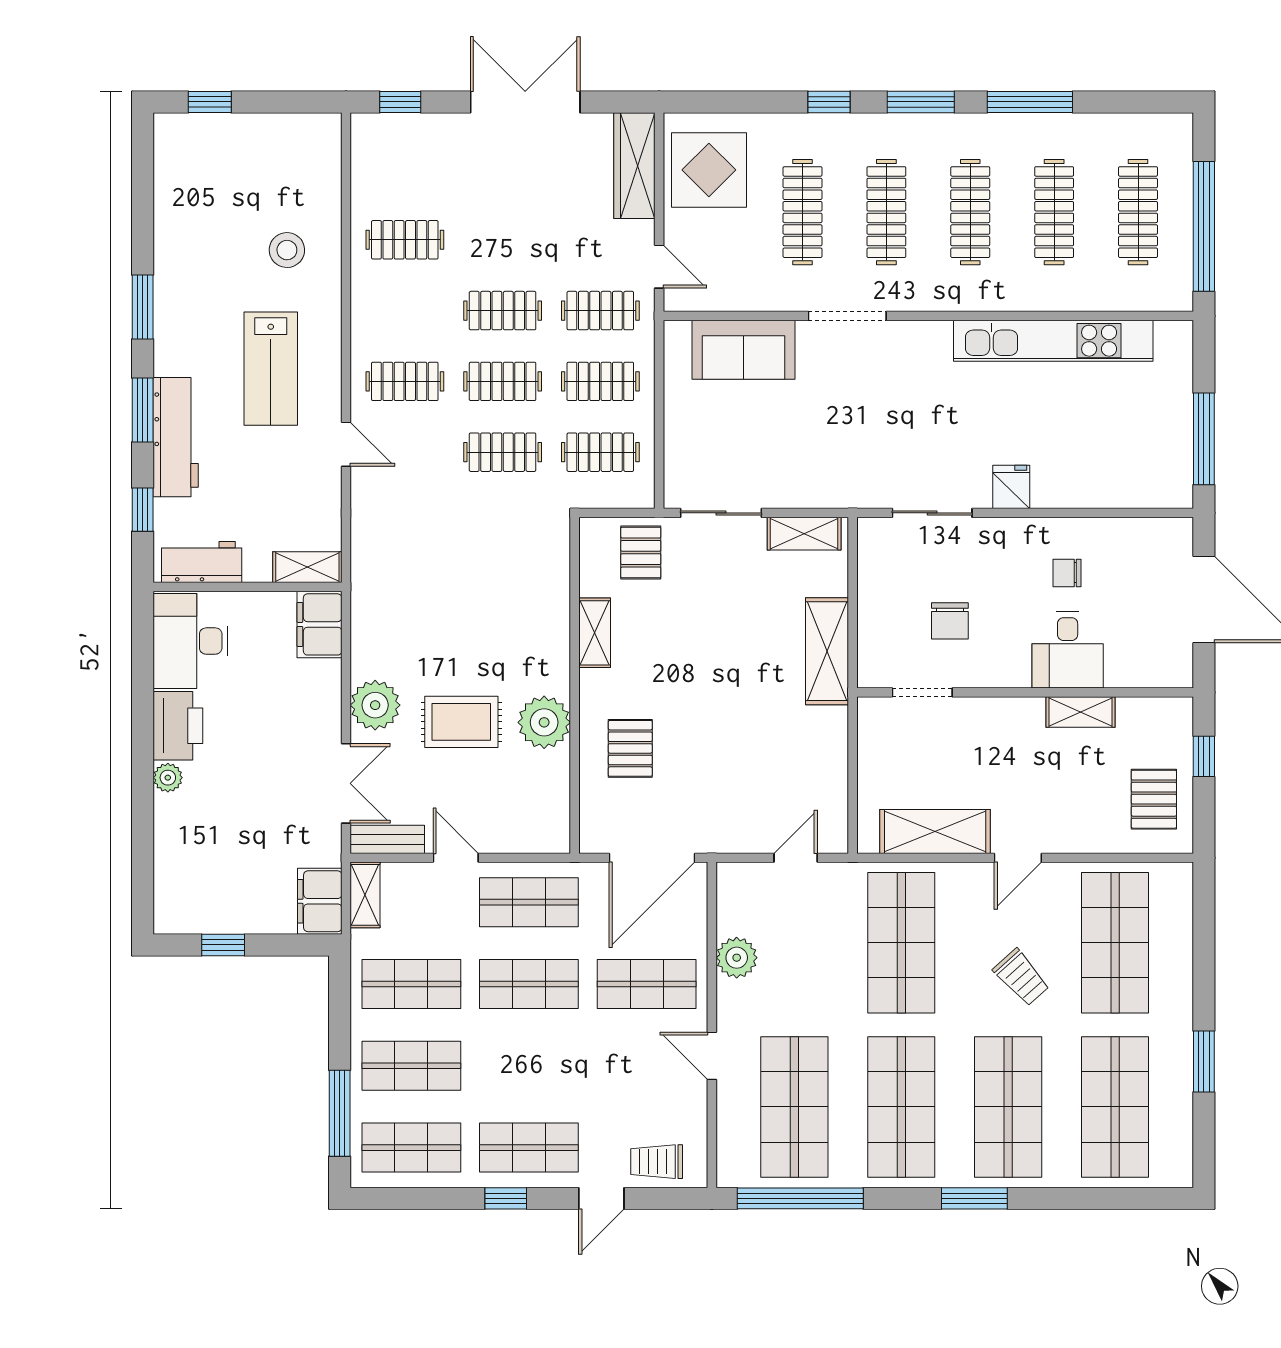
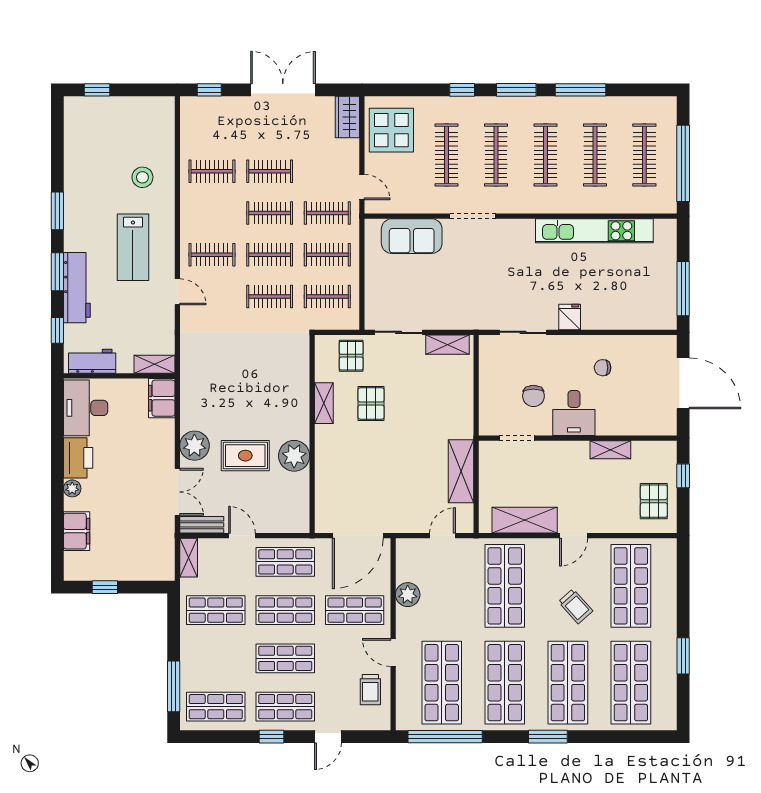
wardrobe: (634, 166) -> (347, 117), width x0.67
clothes rail: (503, 240) -> (270, 171), added
desk: (1068, 650) -> (574, 413), moved
shelving: (827, 651) -> (461, 471), moved
pallet: (630, 748) -> (371, 403), moved
filing cabinet: (320, 901) -> (77, 531), moved, turned 180
shop shelf: (411, 1066) -> (285, 658), moved
trolley: (657, 1162) -> (370, 690), moved, turned -90

